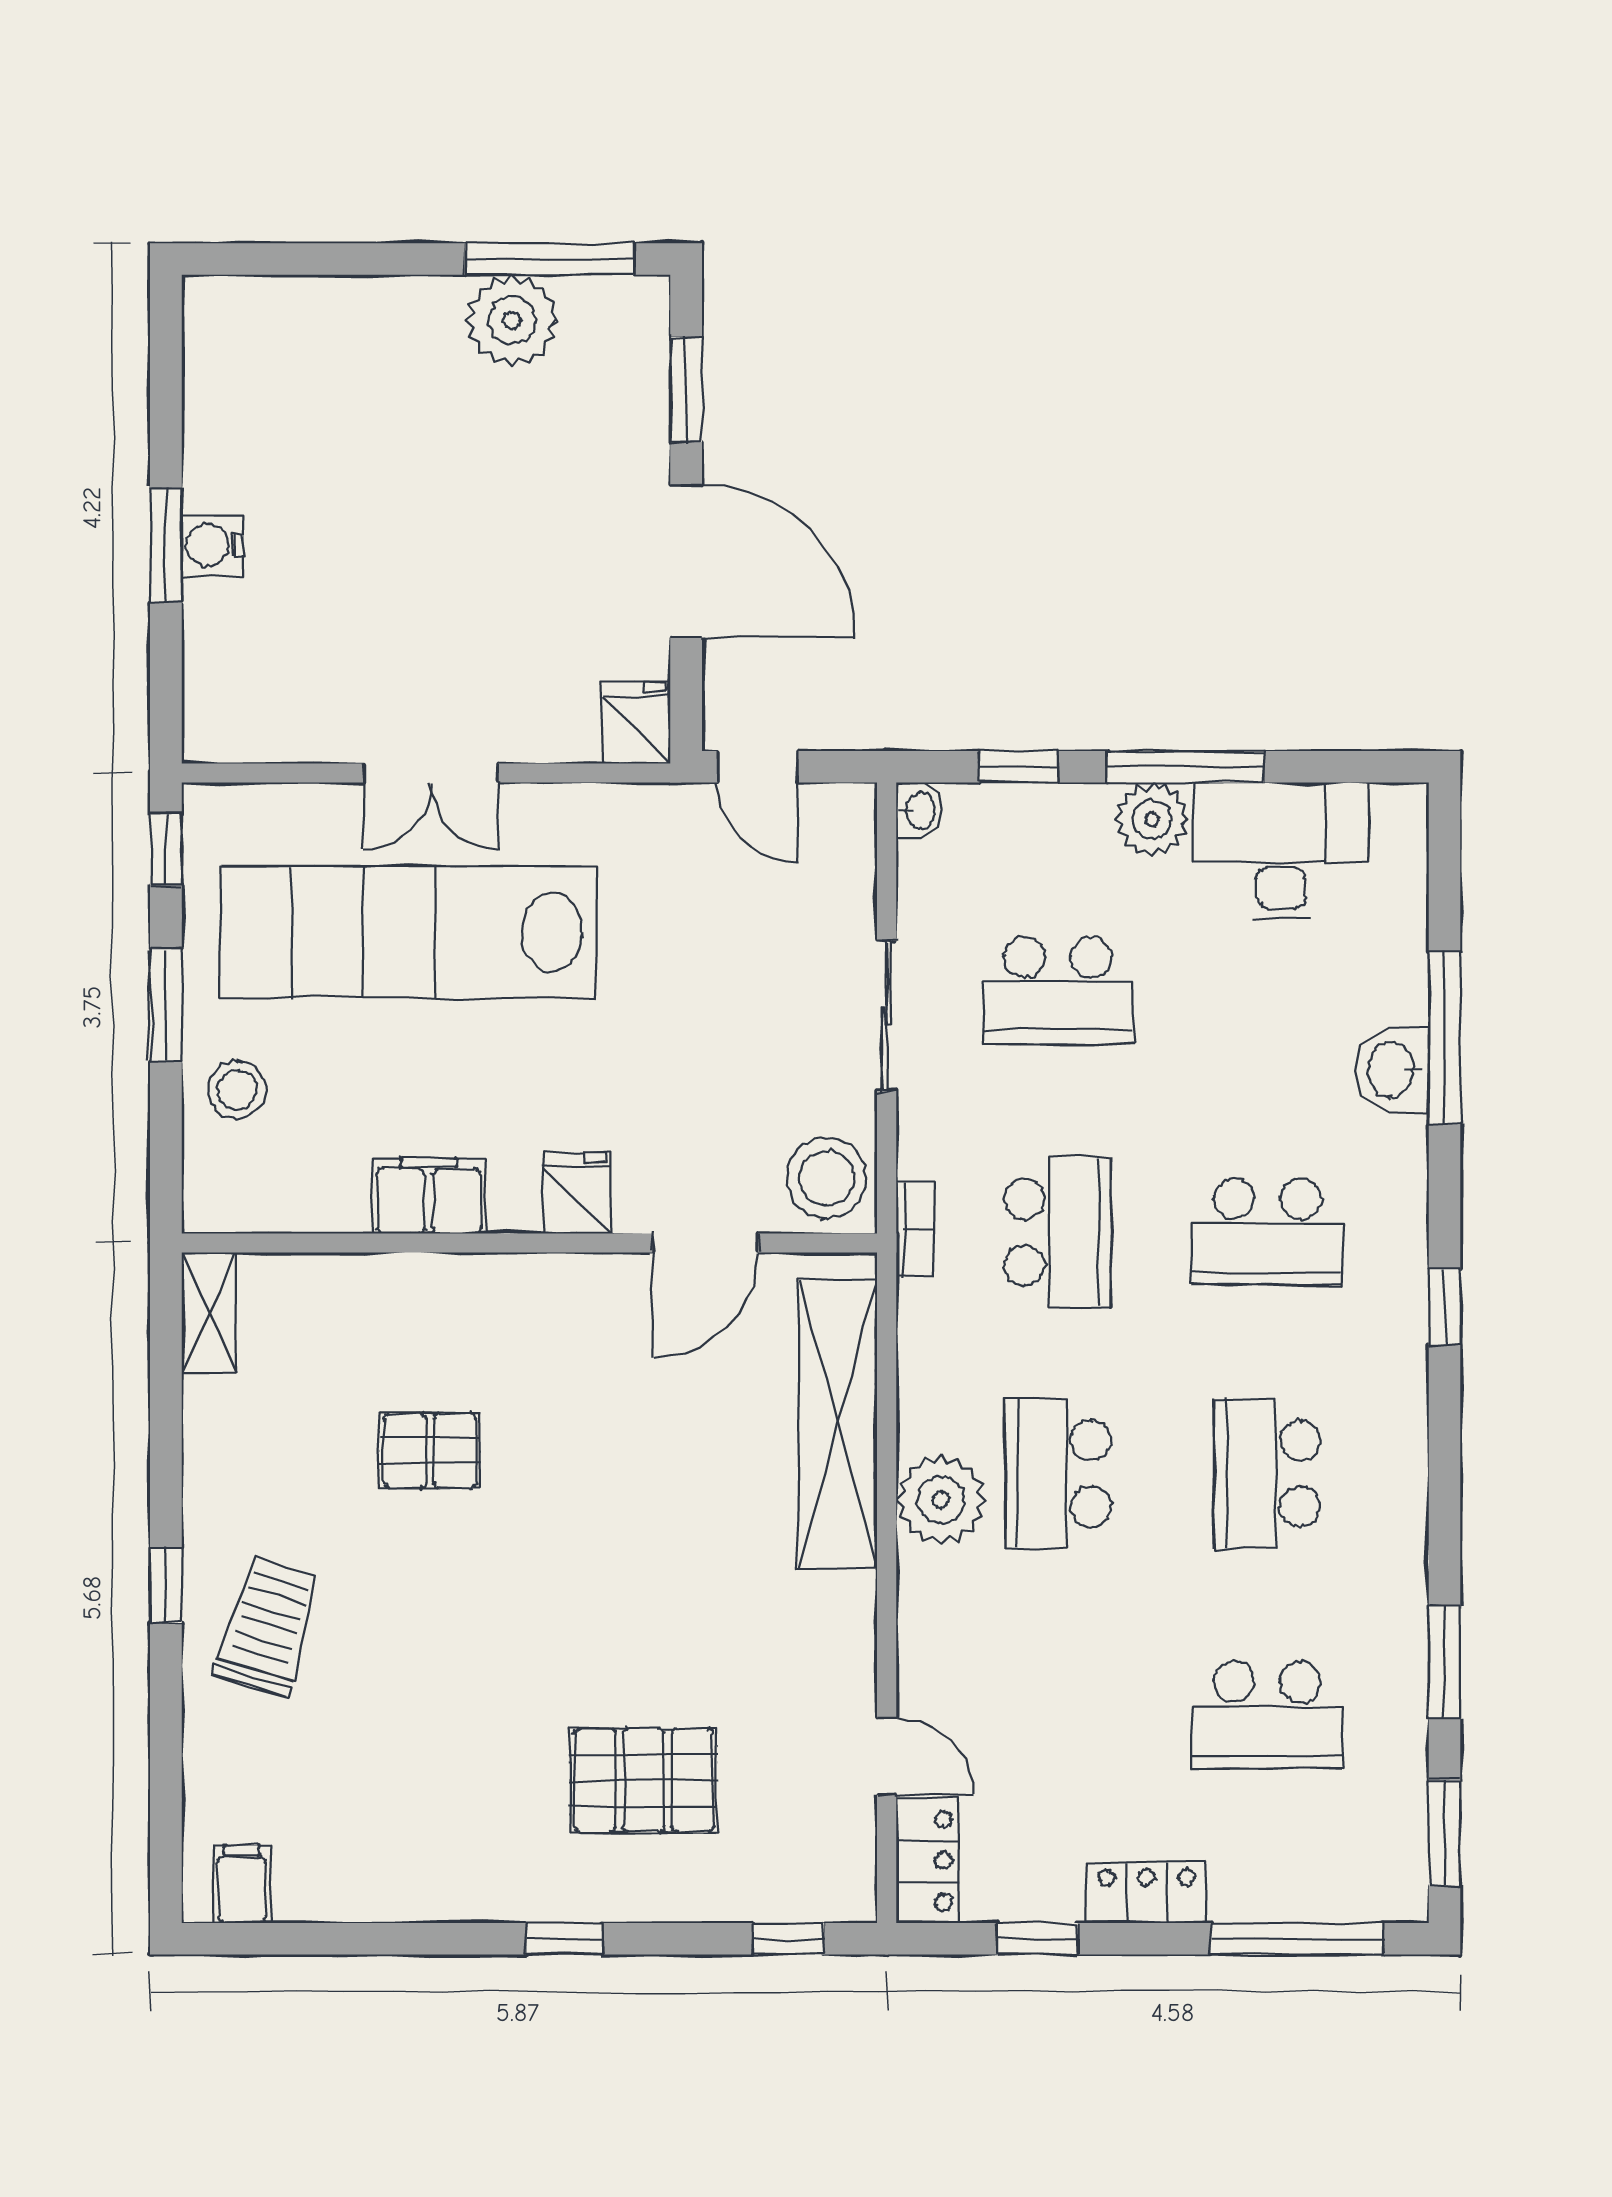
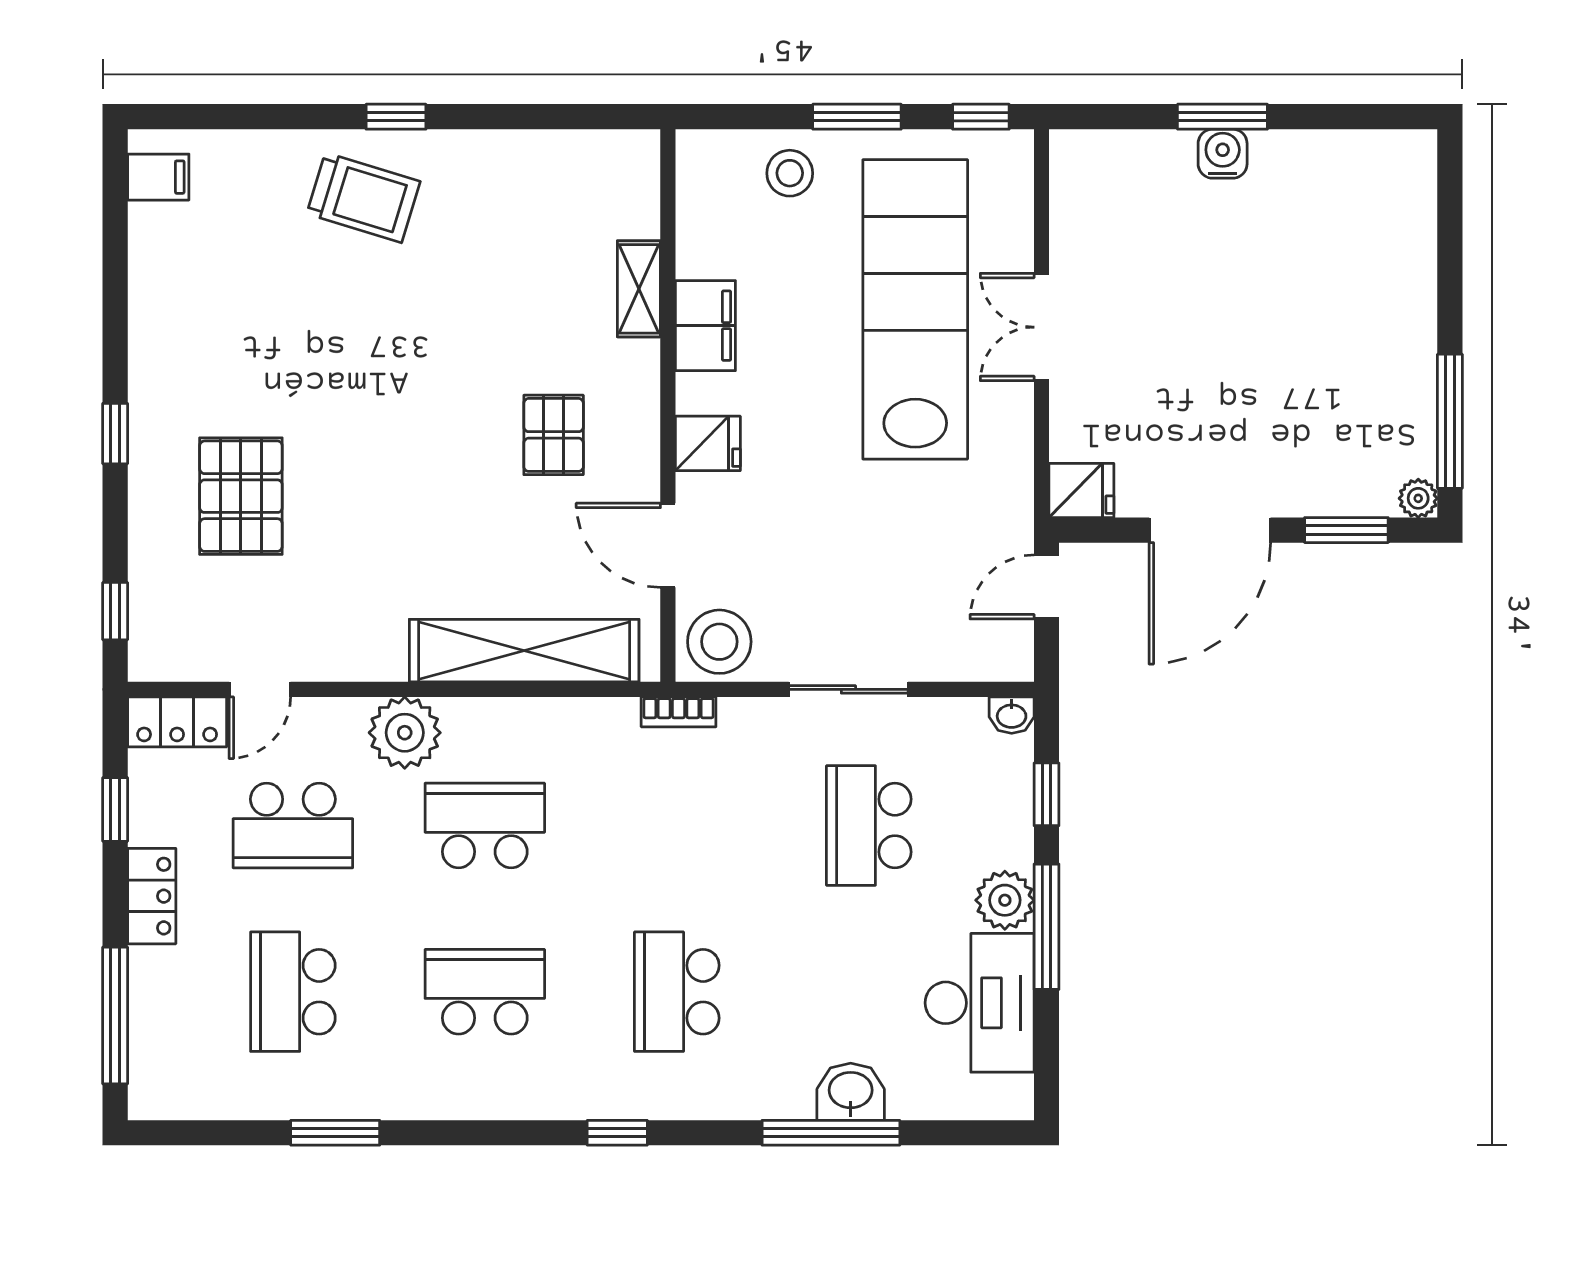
plant: (512, 320) -> (1418, 498), moved, width x0.53, depth x0.53
washbasin: (1393, 1070) -> (851, 1092), moved
school desk: (1058, 1232) -> (293, 825), moved
shelving: (209, 1313) -> (639, 289), moved, turned 90
pallet: (430, 1451) -> (554, 435), moved
plant: (941, 1500) -> (405, 733), moved
window: (1444, 1833) -> (199, 1133), removed

